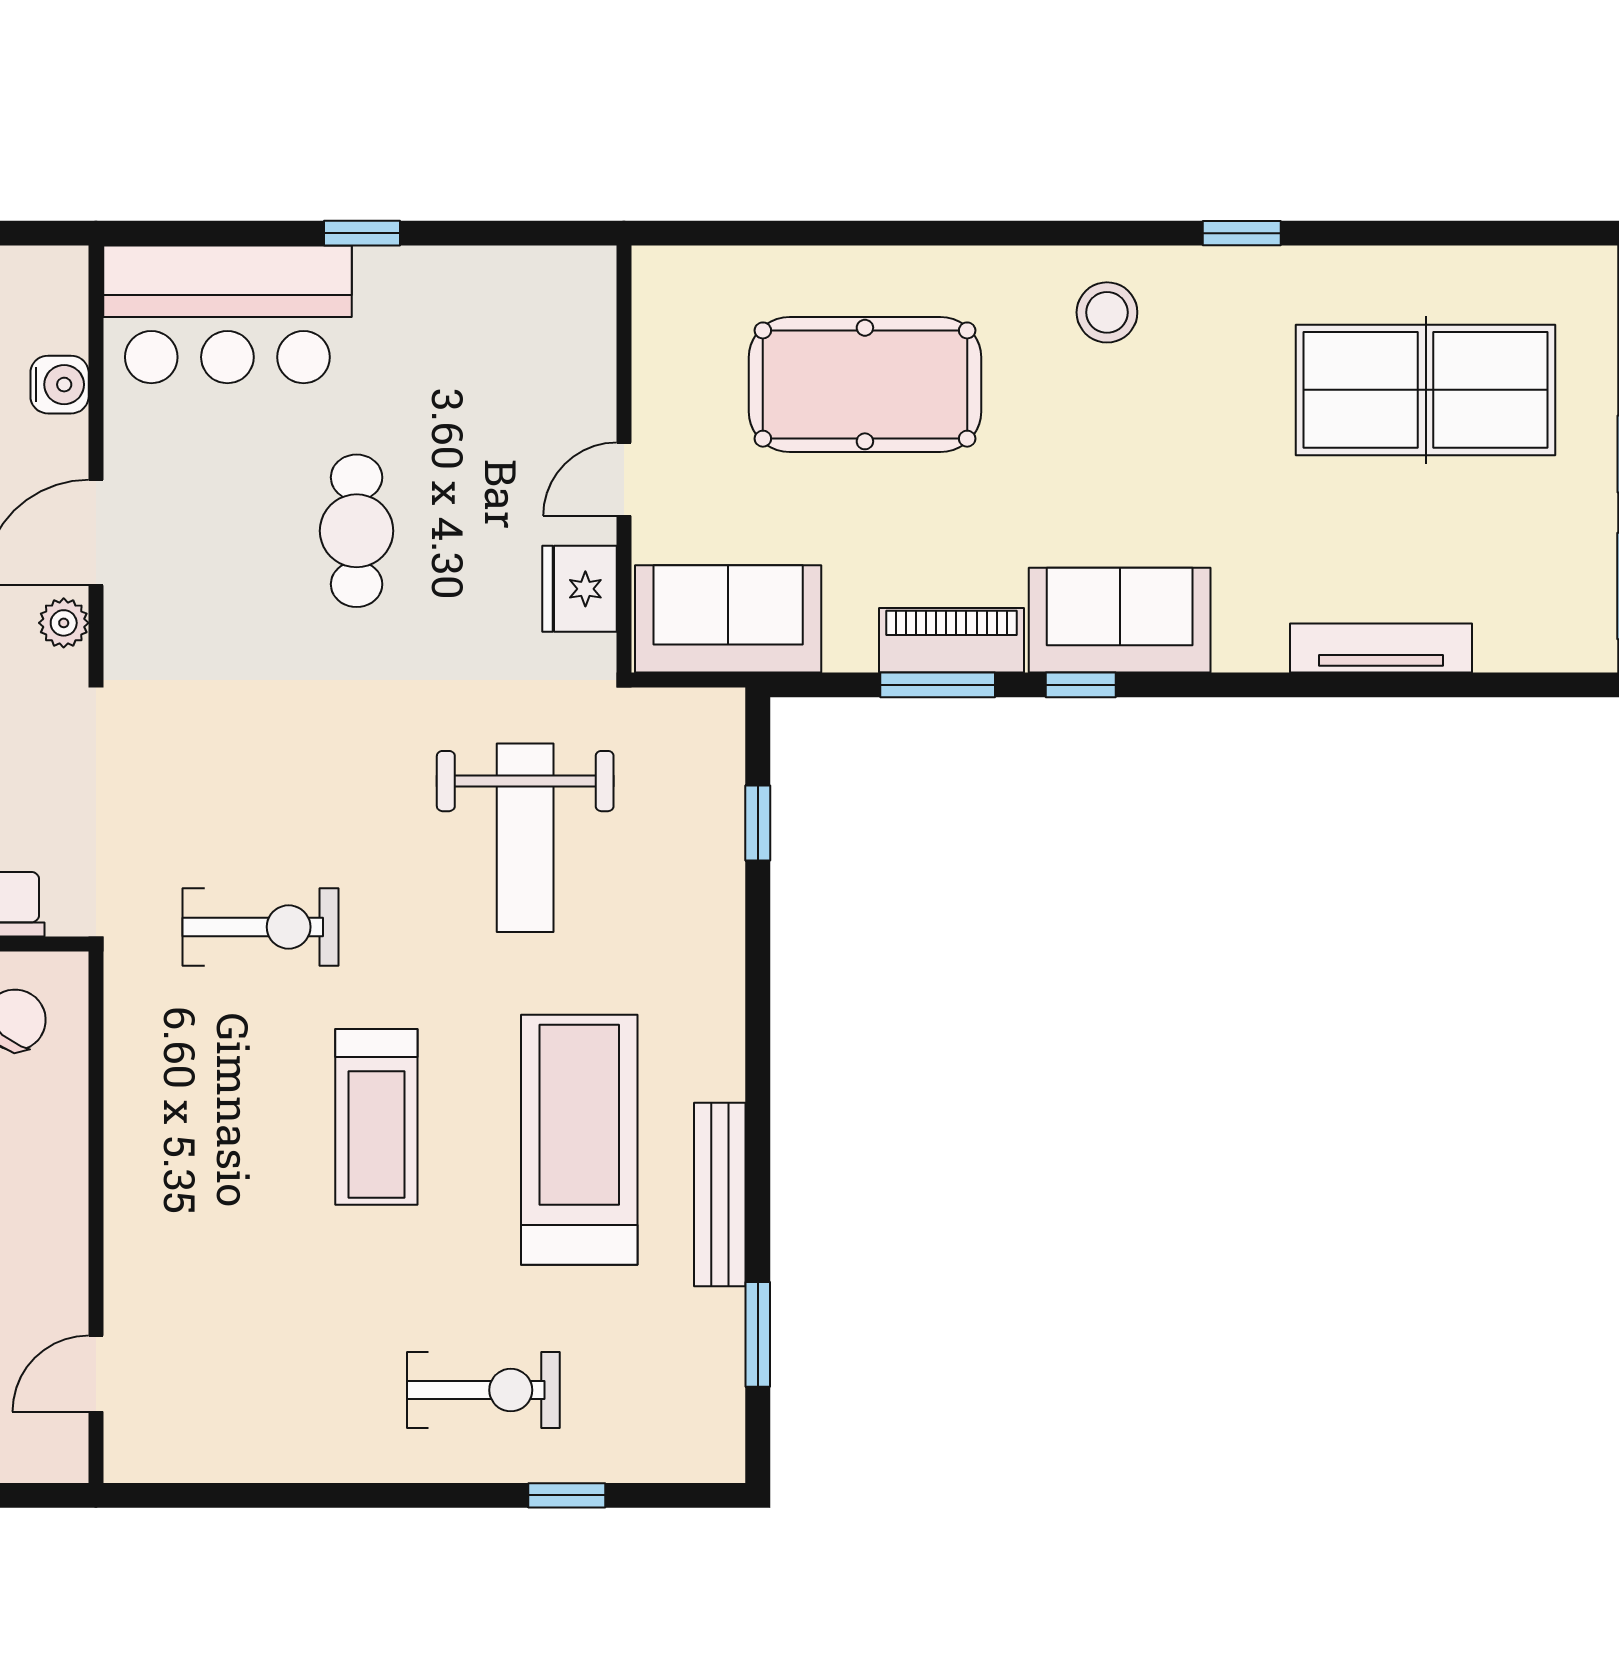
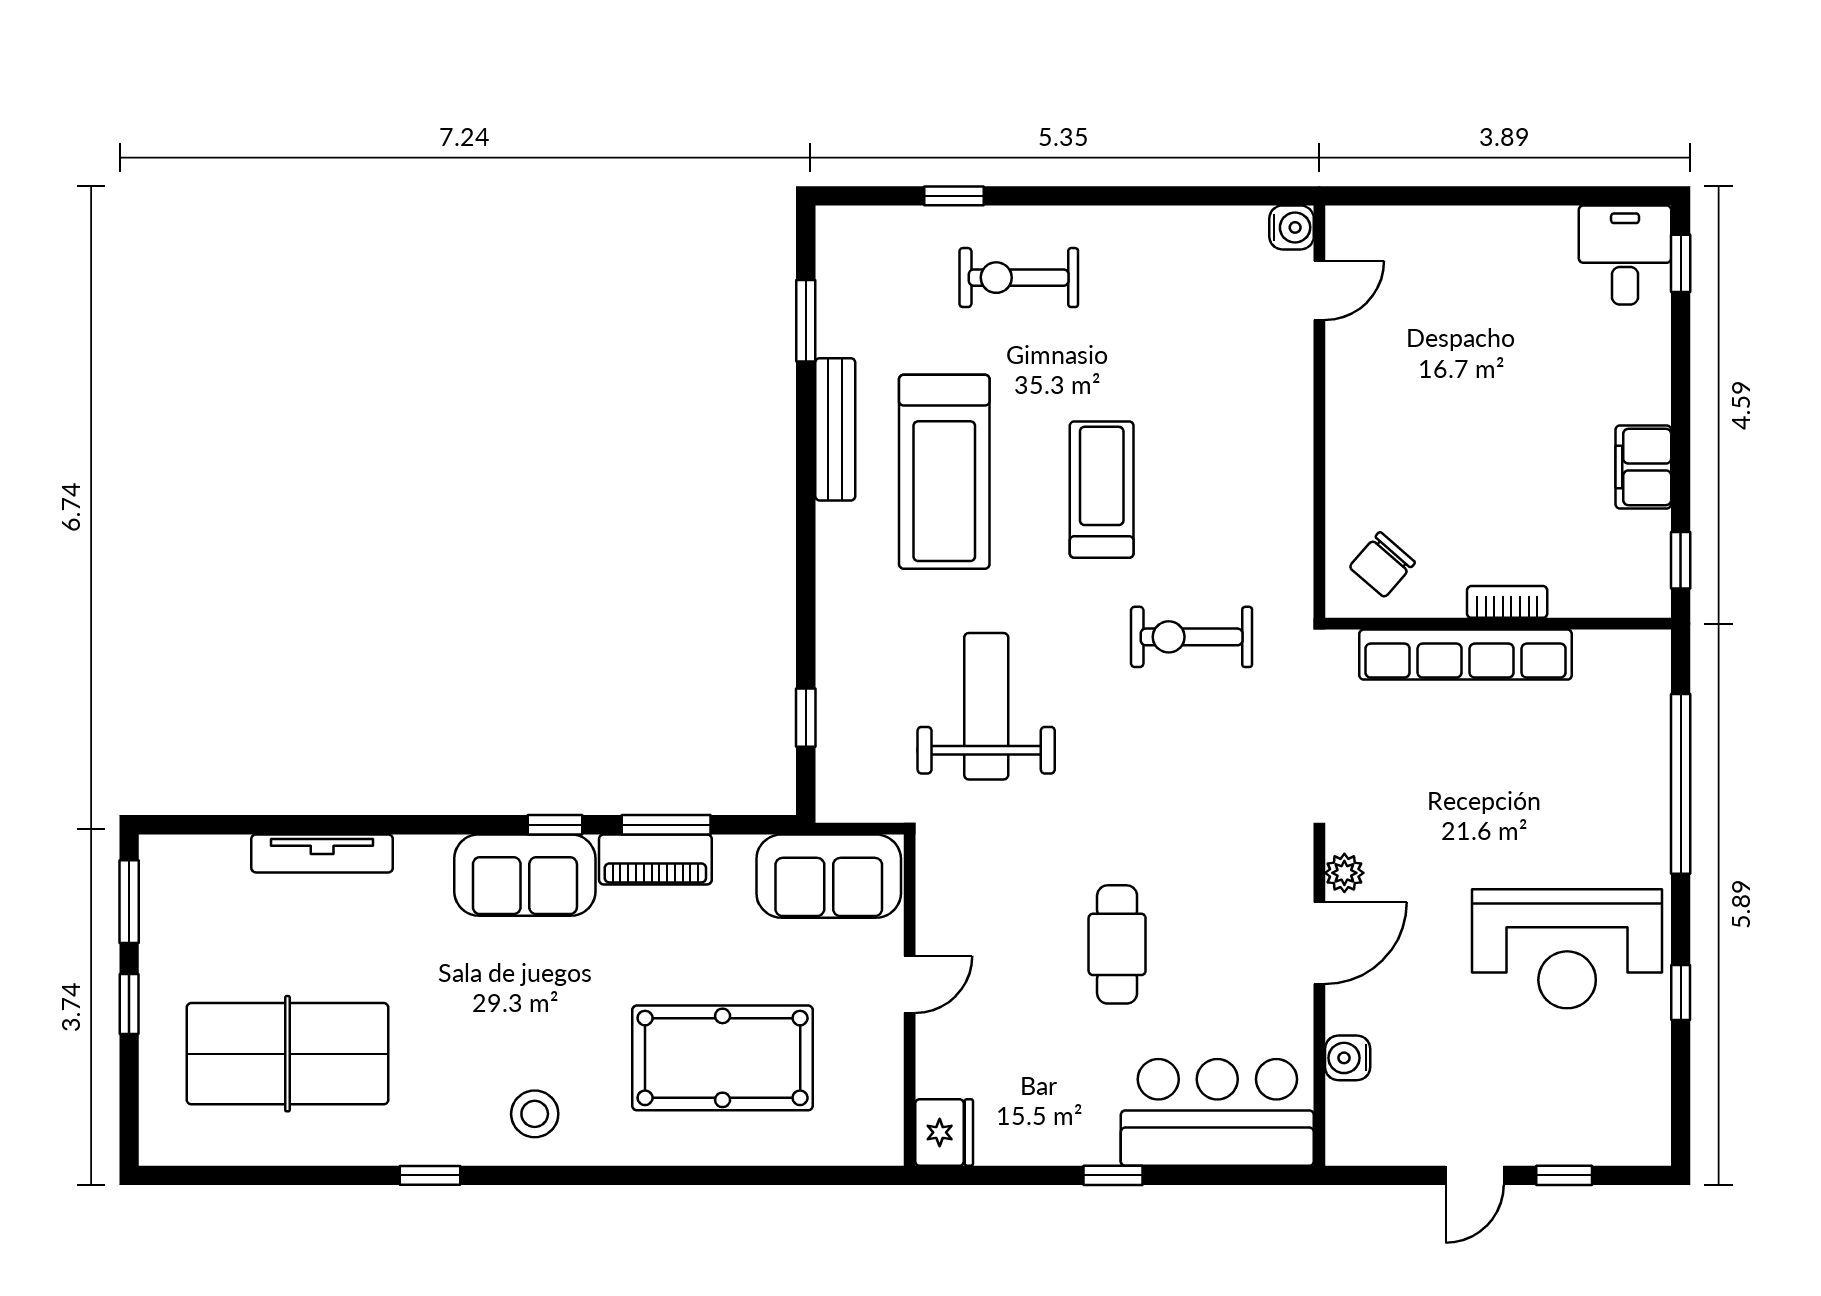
fridge: (579, 589) -> (944, 1132), moved
water cooler: (132, 1455) -> (1292, 227), added

